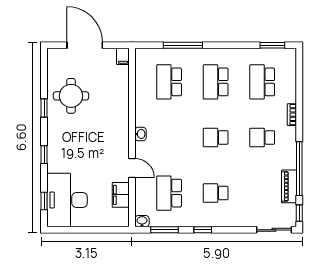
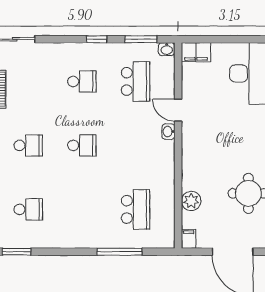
school desk: (216, 82) -> (82, 209), removed
school desk: (262, 82) -> (28, 209), width x0.54
plant: (121, 89) -> (191, 201), added
washbasin: (140, 134) -> (168, 132), moved
filing cabinet: (121, 195) -> (196, 52), moved, turned 90

